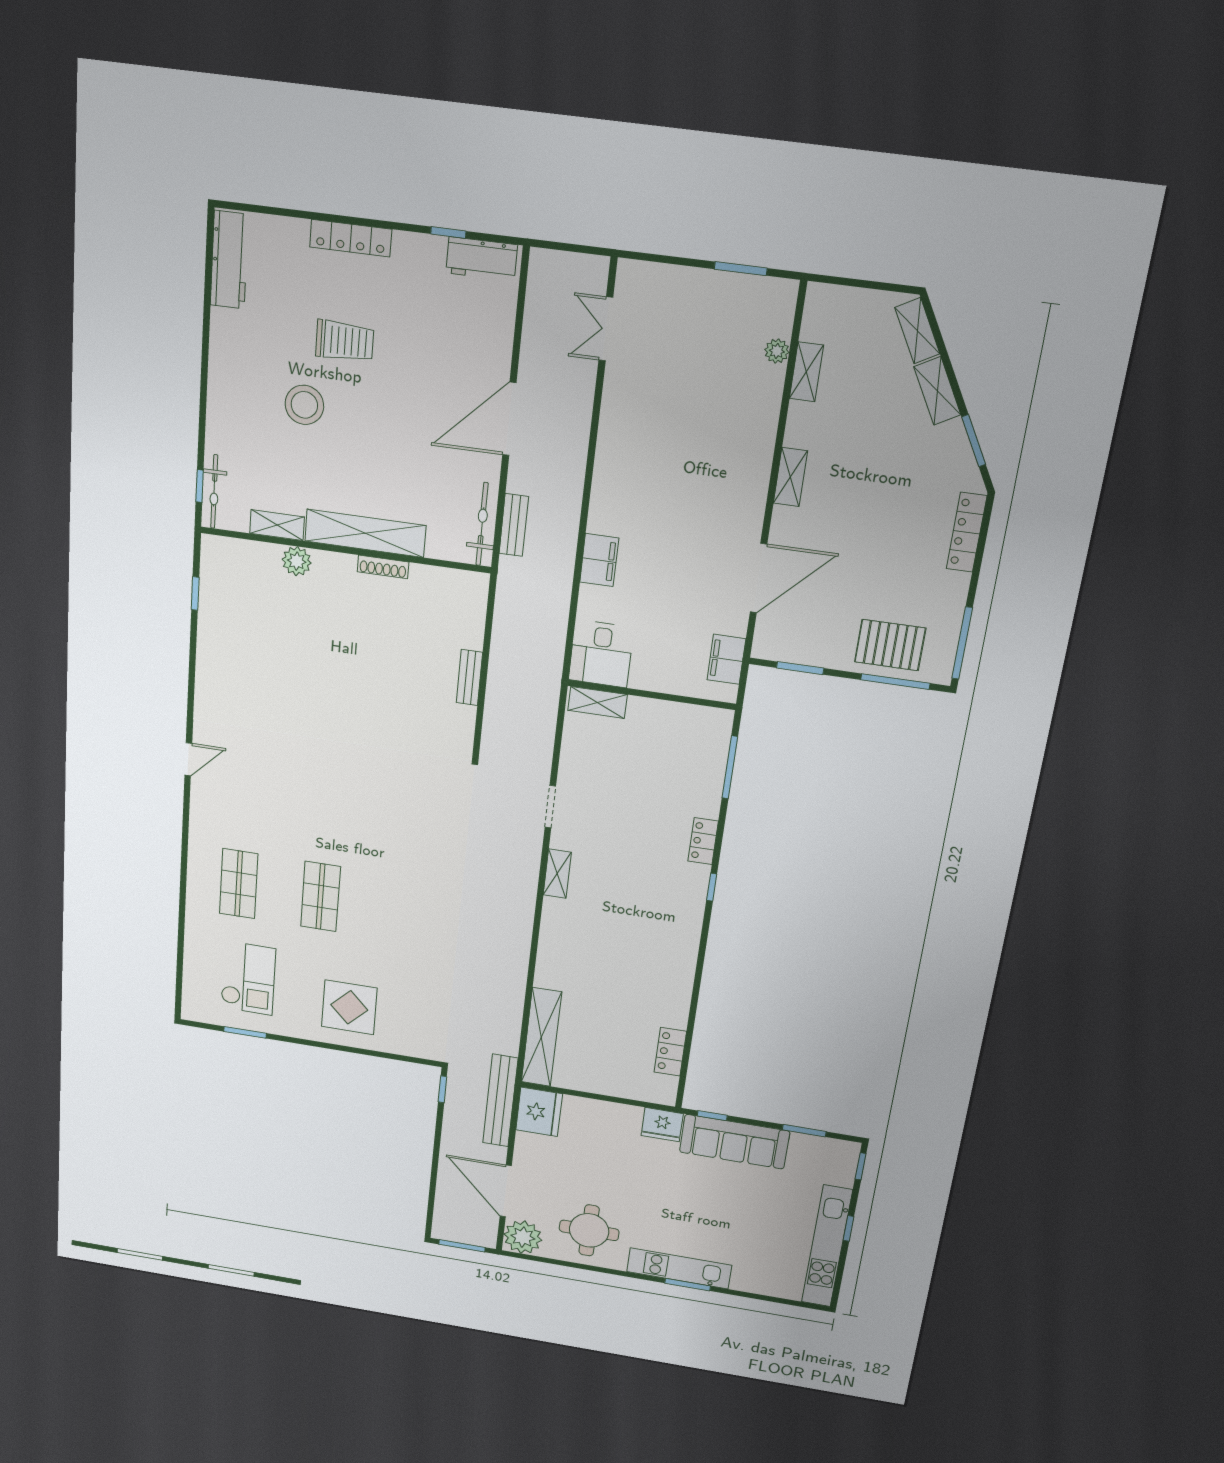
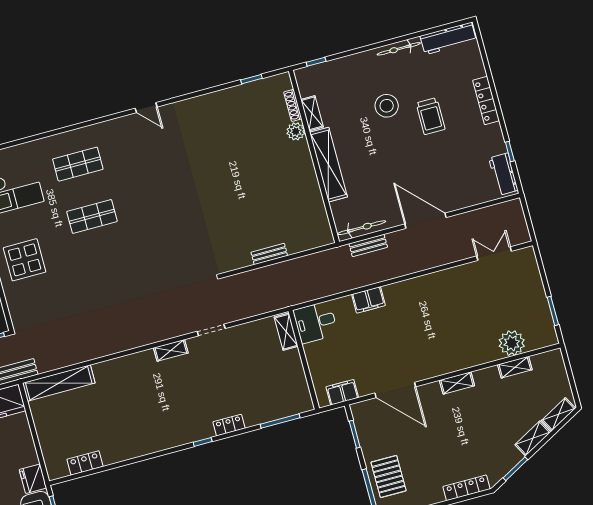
plant: (777, 351) -> (512, 343), width x1.87, depth x1.87
bicycle: (214, 492) -> (399, 49), moved
shoe rack: (383, 567) -> (293, 105), moved

